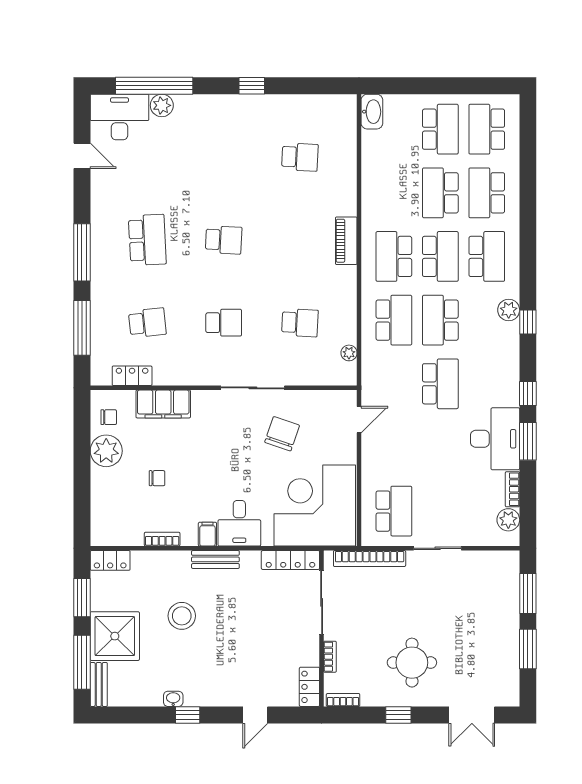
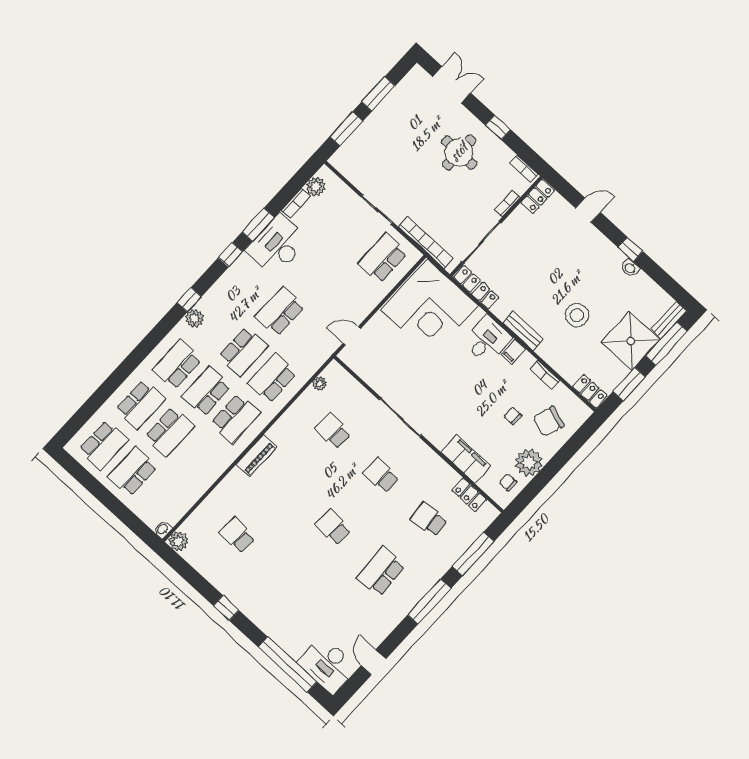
plant: (162, 105) -> (179, 541), moved
washbasin: (372, 112) -> (163, 529), width x0.52, depth x0.69
chair: (282, 434) -> (549, 421), moved

